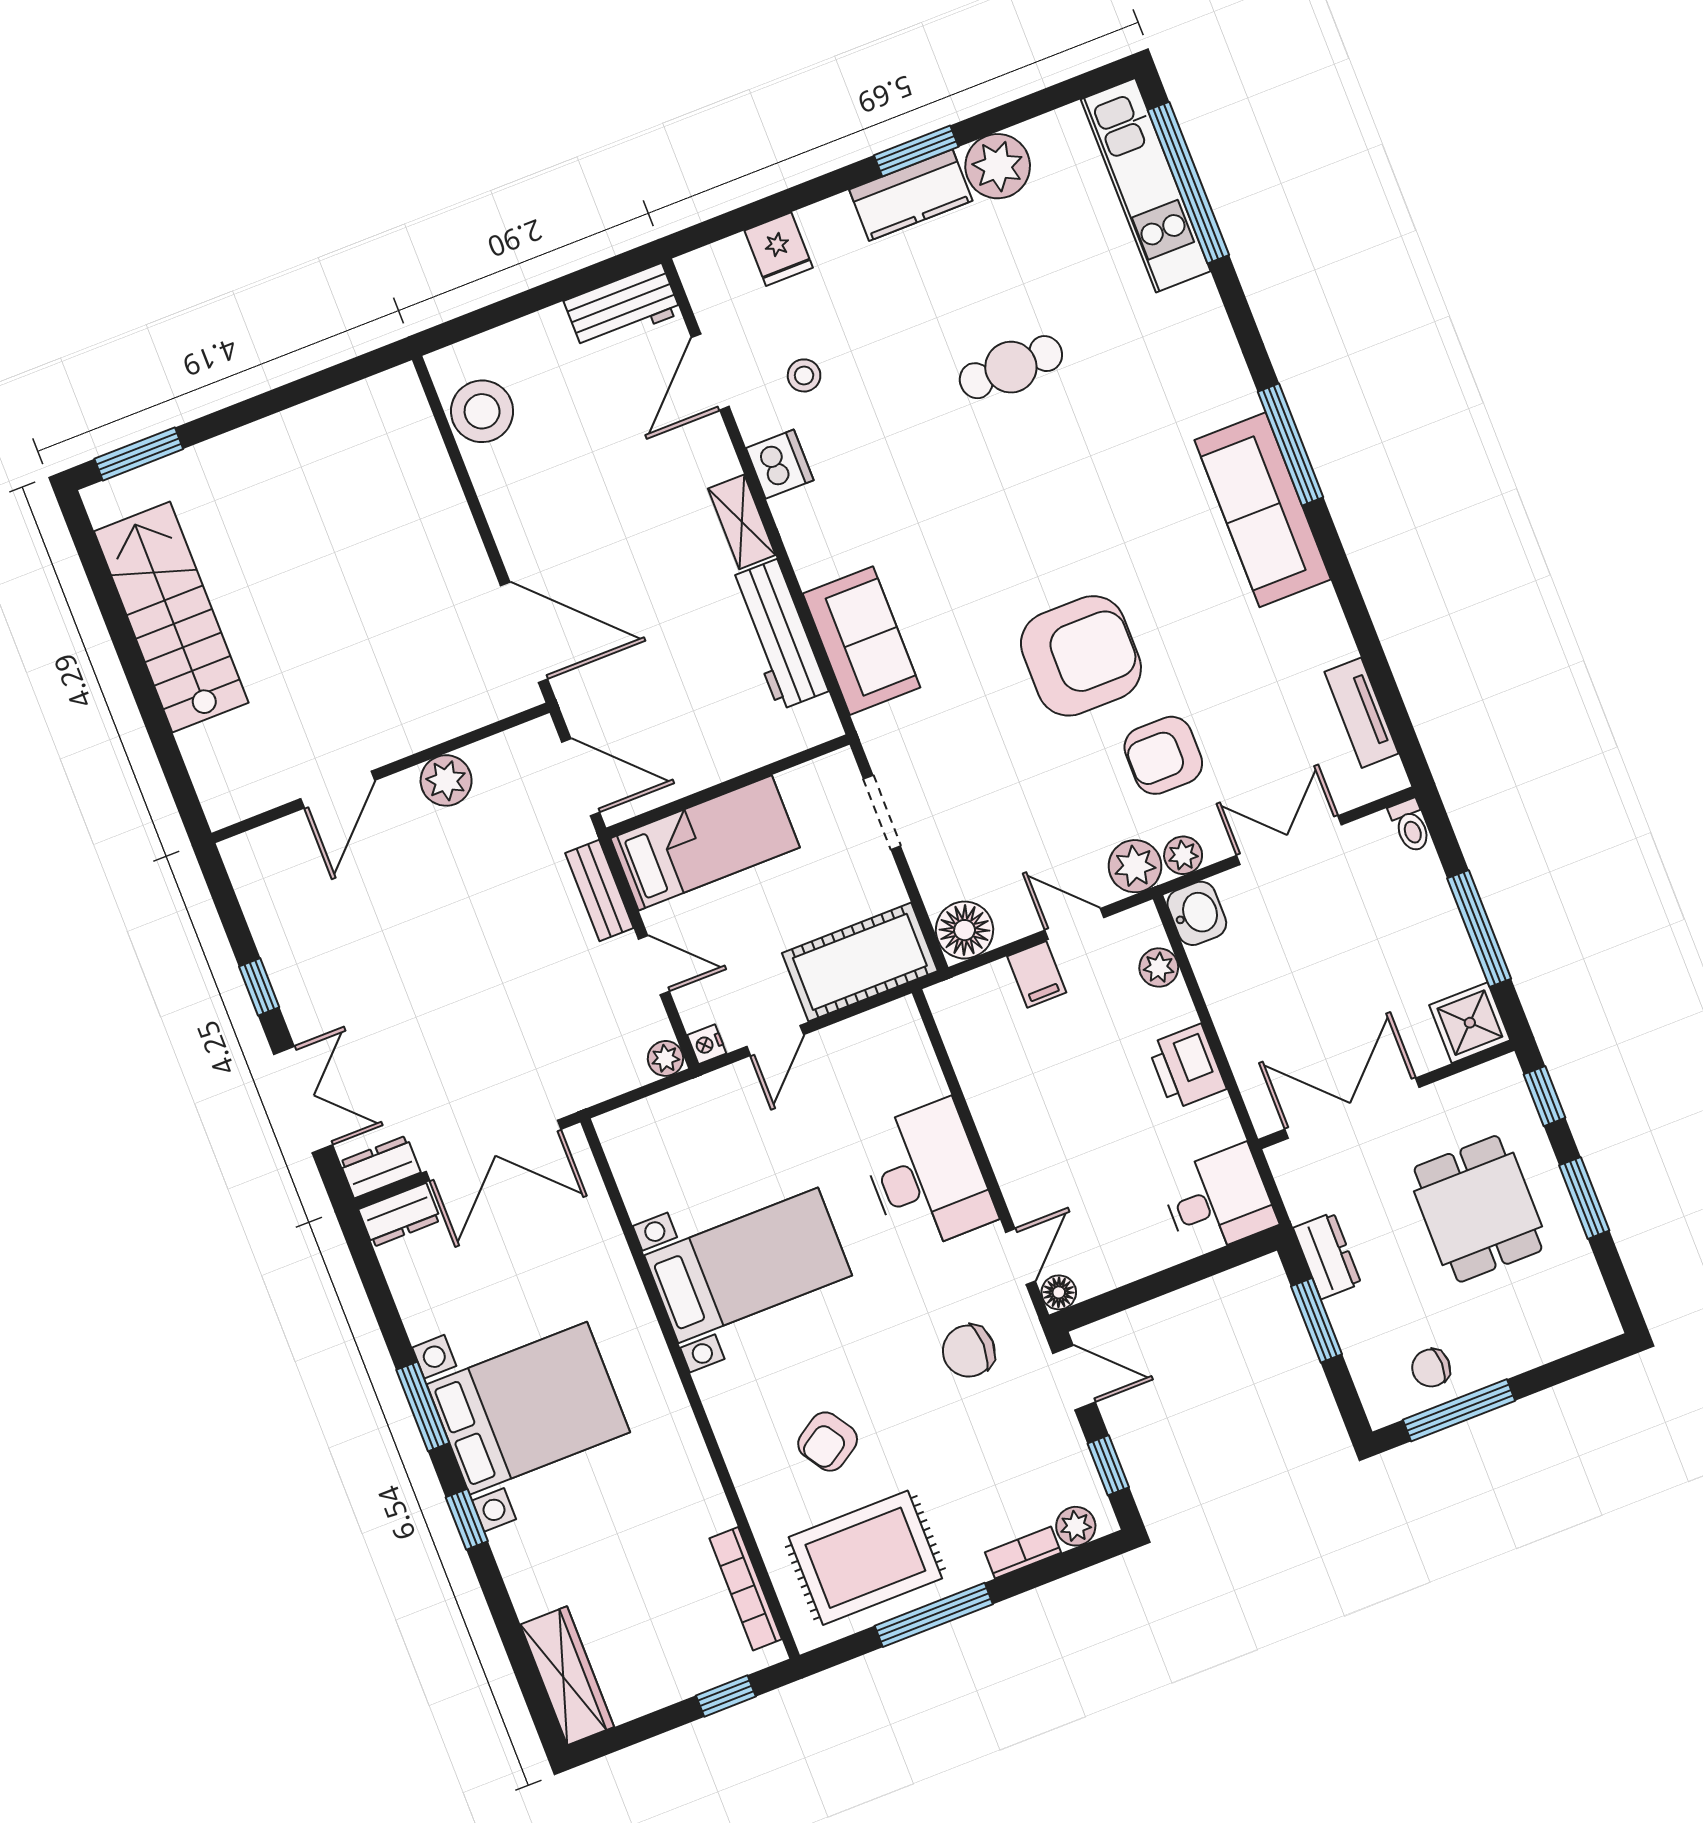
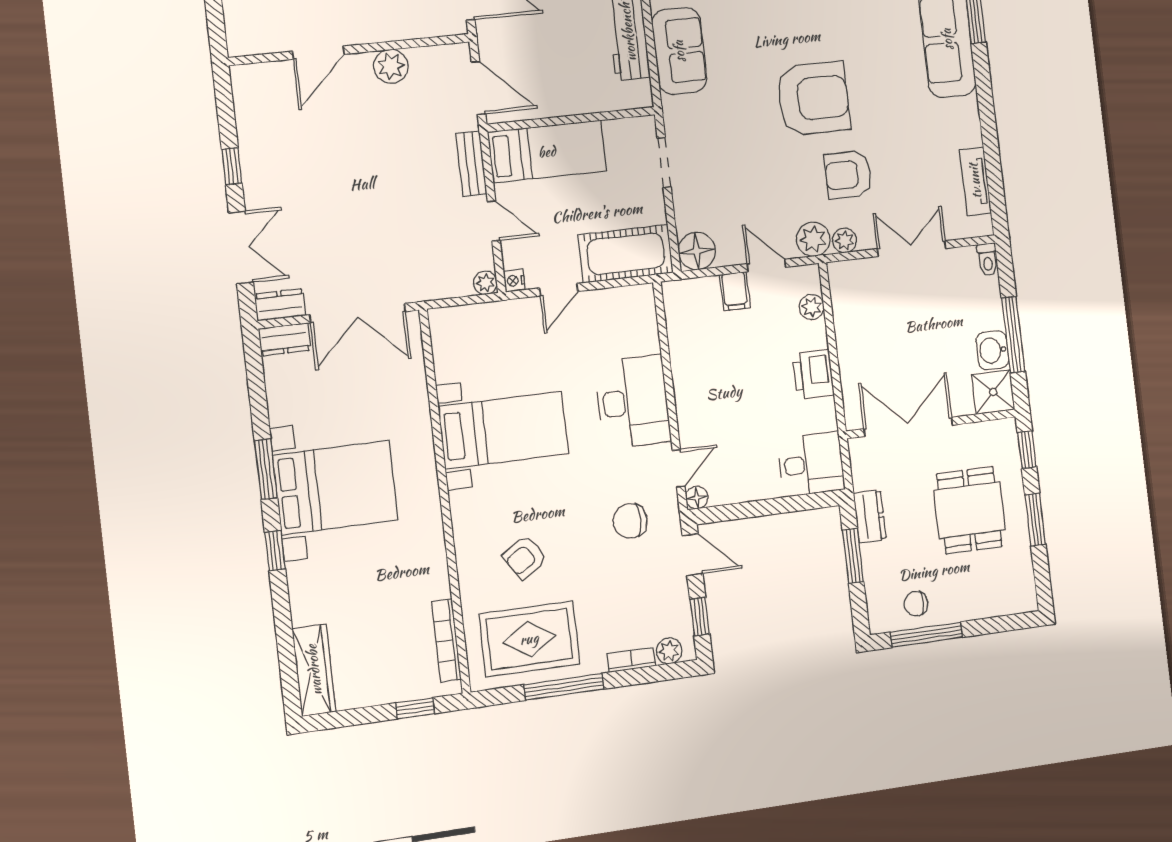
washbasin: (1197, 913) -> (992, 350), moved, turned 180

